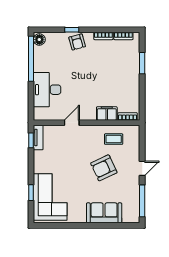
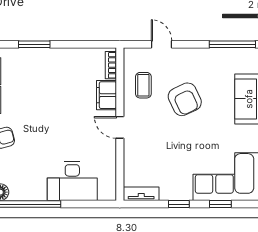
door: (72, 123) -> (120, 127), moved
window: (31, 140) -> (179, 204), moved
door: (142, 168) -> (161, 44), moved

